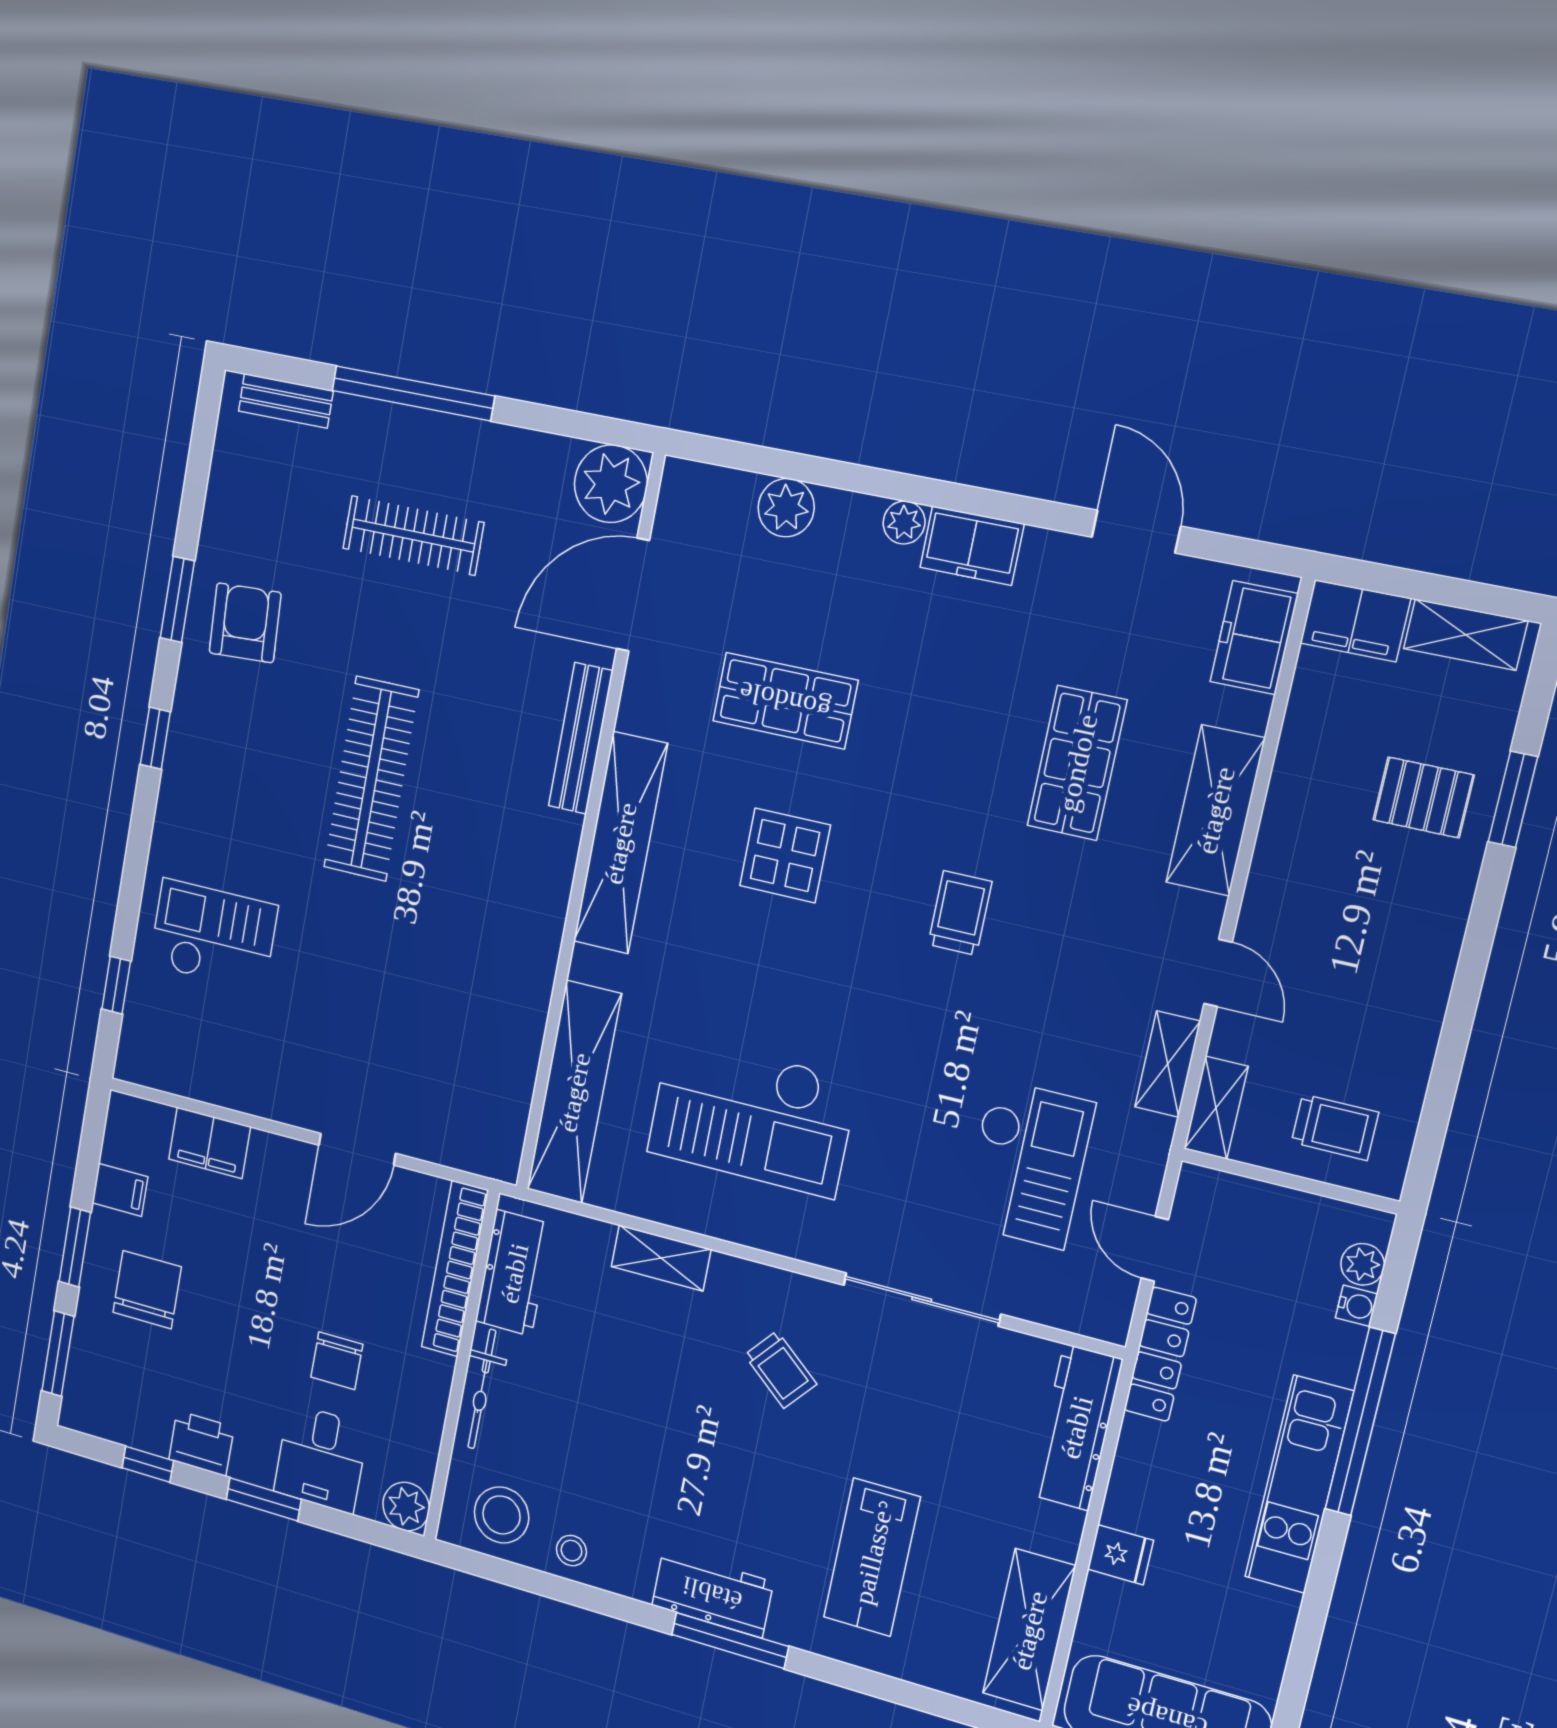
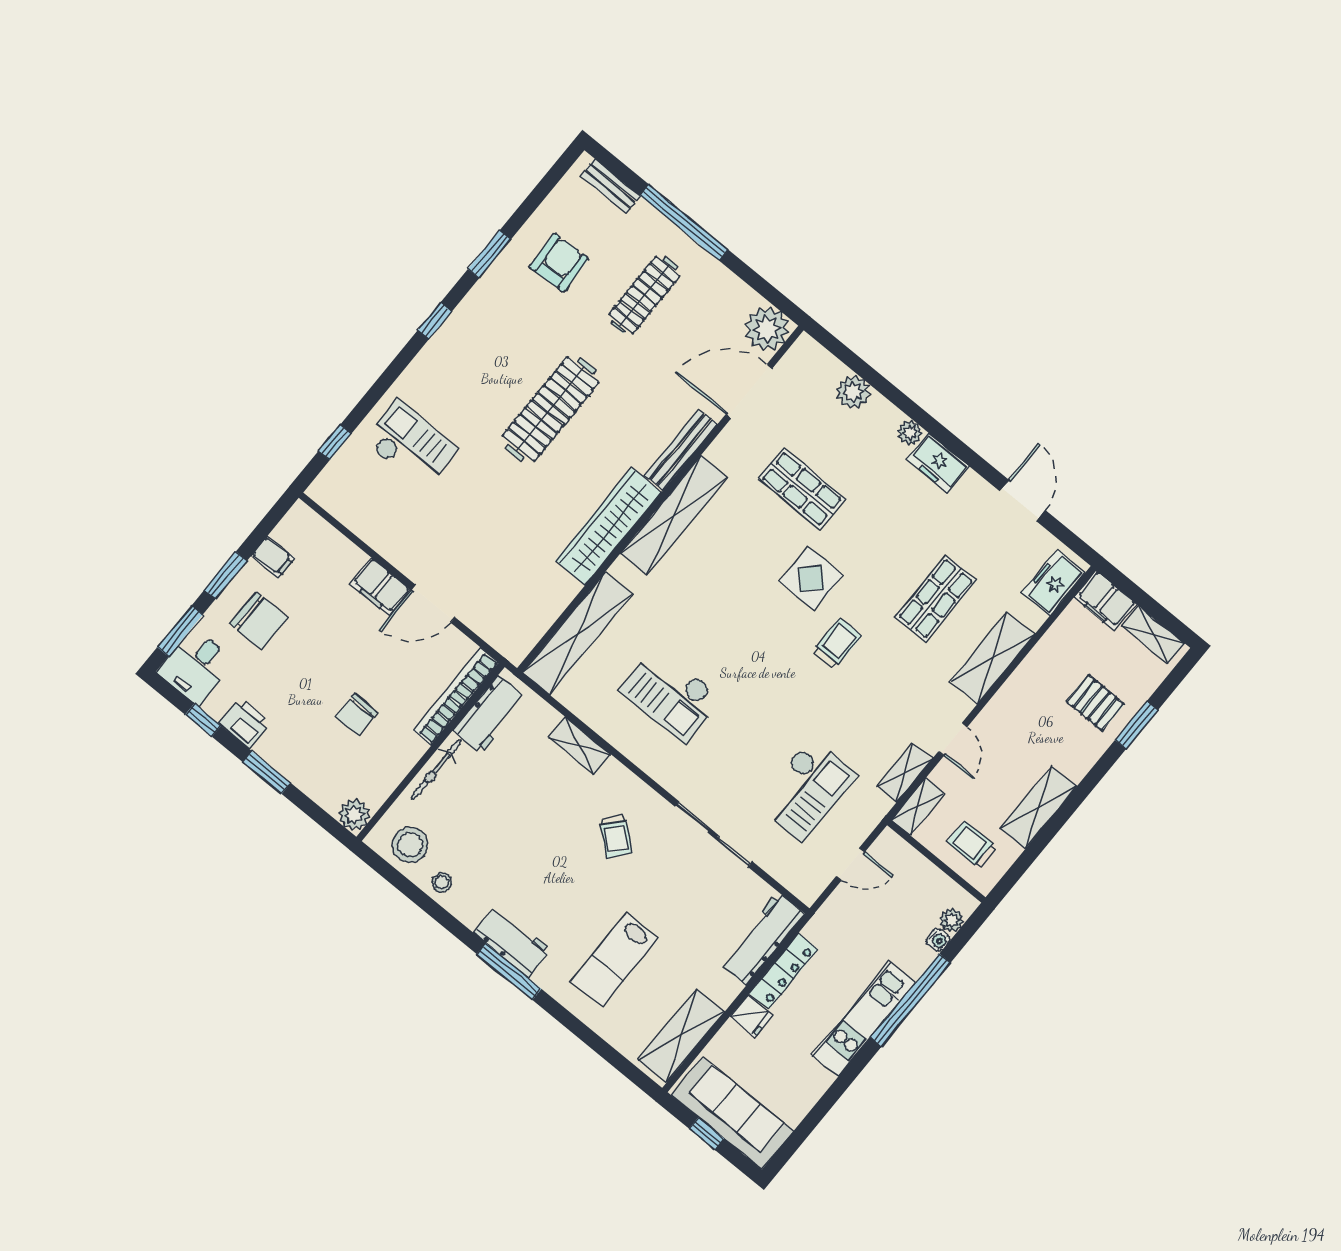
clothes rail: (413, 535) -> (644, 295), turned 90
armchair: (245, 623) -> (559, 263), moved
display table: (785, 855) -> (811, 578), moved
wardrobe: (537, 910) -> (608, 527), added
shelving: (1415, 1016) -> (1038, 808), added
checkout: (752, 1116) -> (671, 694), width x0.73, depth x0.83
trolley: (1335, 1127) -> (972, 845), turned 180
filing cabinet: (210, 1143) -> (380, 587), moved
door: (1155, 1249) -> (850, 864), swing flipped
chair: (147, 1290) -> (259, 621), turned 90
locker: (1160, 1354) -> (784, 971), moved
desk: (321, 1458) -> (196, 666), moved

